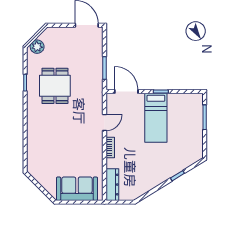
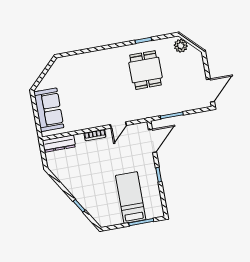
dining table: (55, 86) -> (146, 70), turned 90
bed: (156, 118) -> (131, 198), moved, turned 90
door: (105, 122) -> (118, 125), hinge flipped

